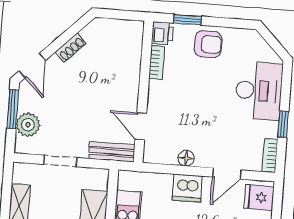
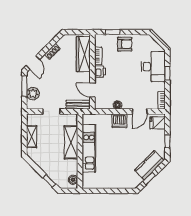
printer: (162, 33) -> (100, 72), moved
wardrobe: (129, 57) -> (83, 54), added
window: (283, 124) -> (167, 73), moved

